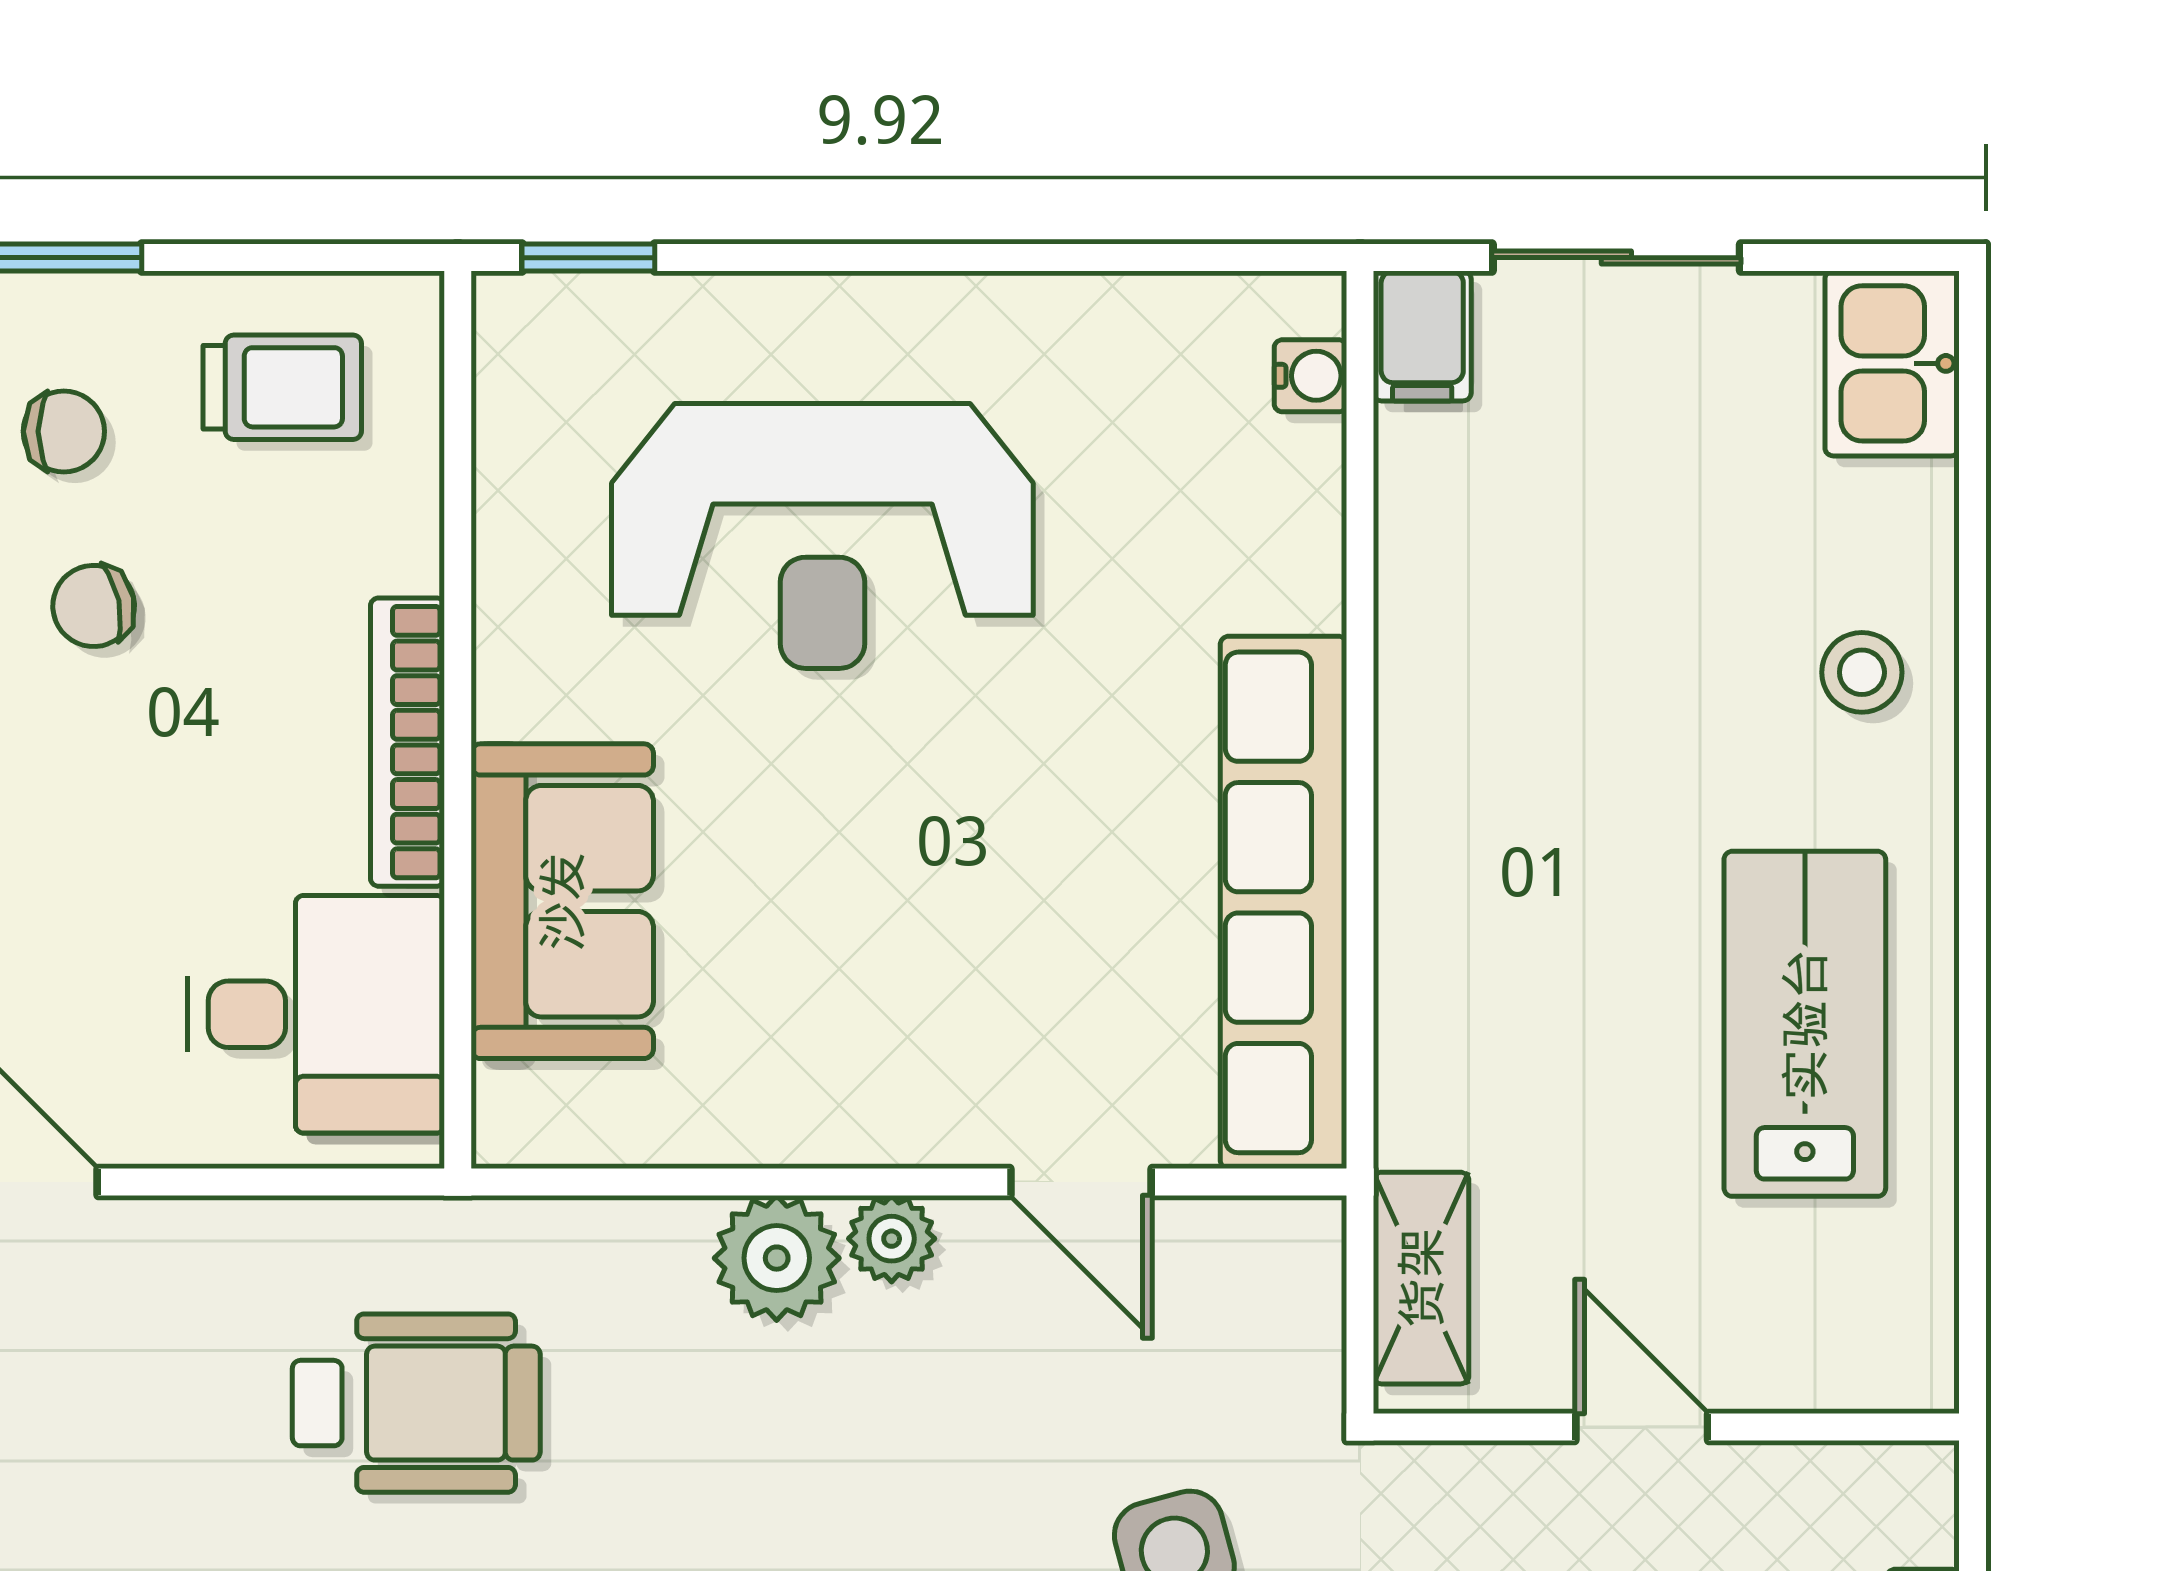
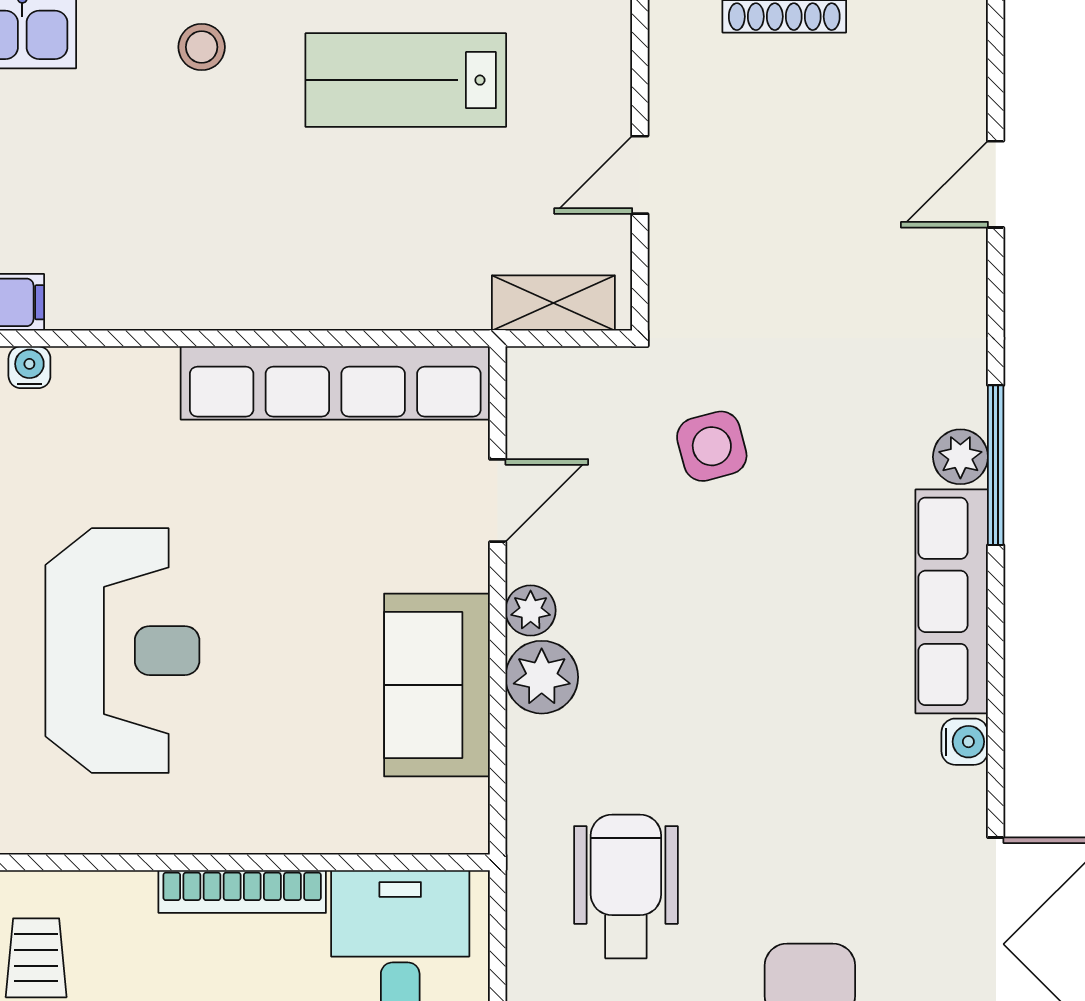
sofa: (562, 901) -> (437, 685), moved, turned -90

